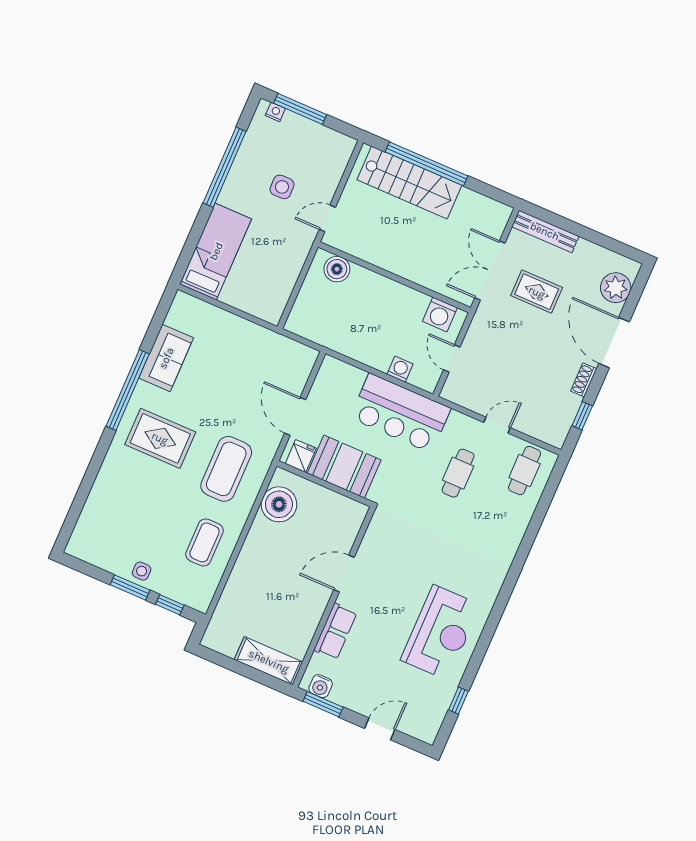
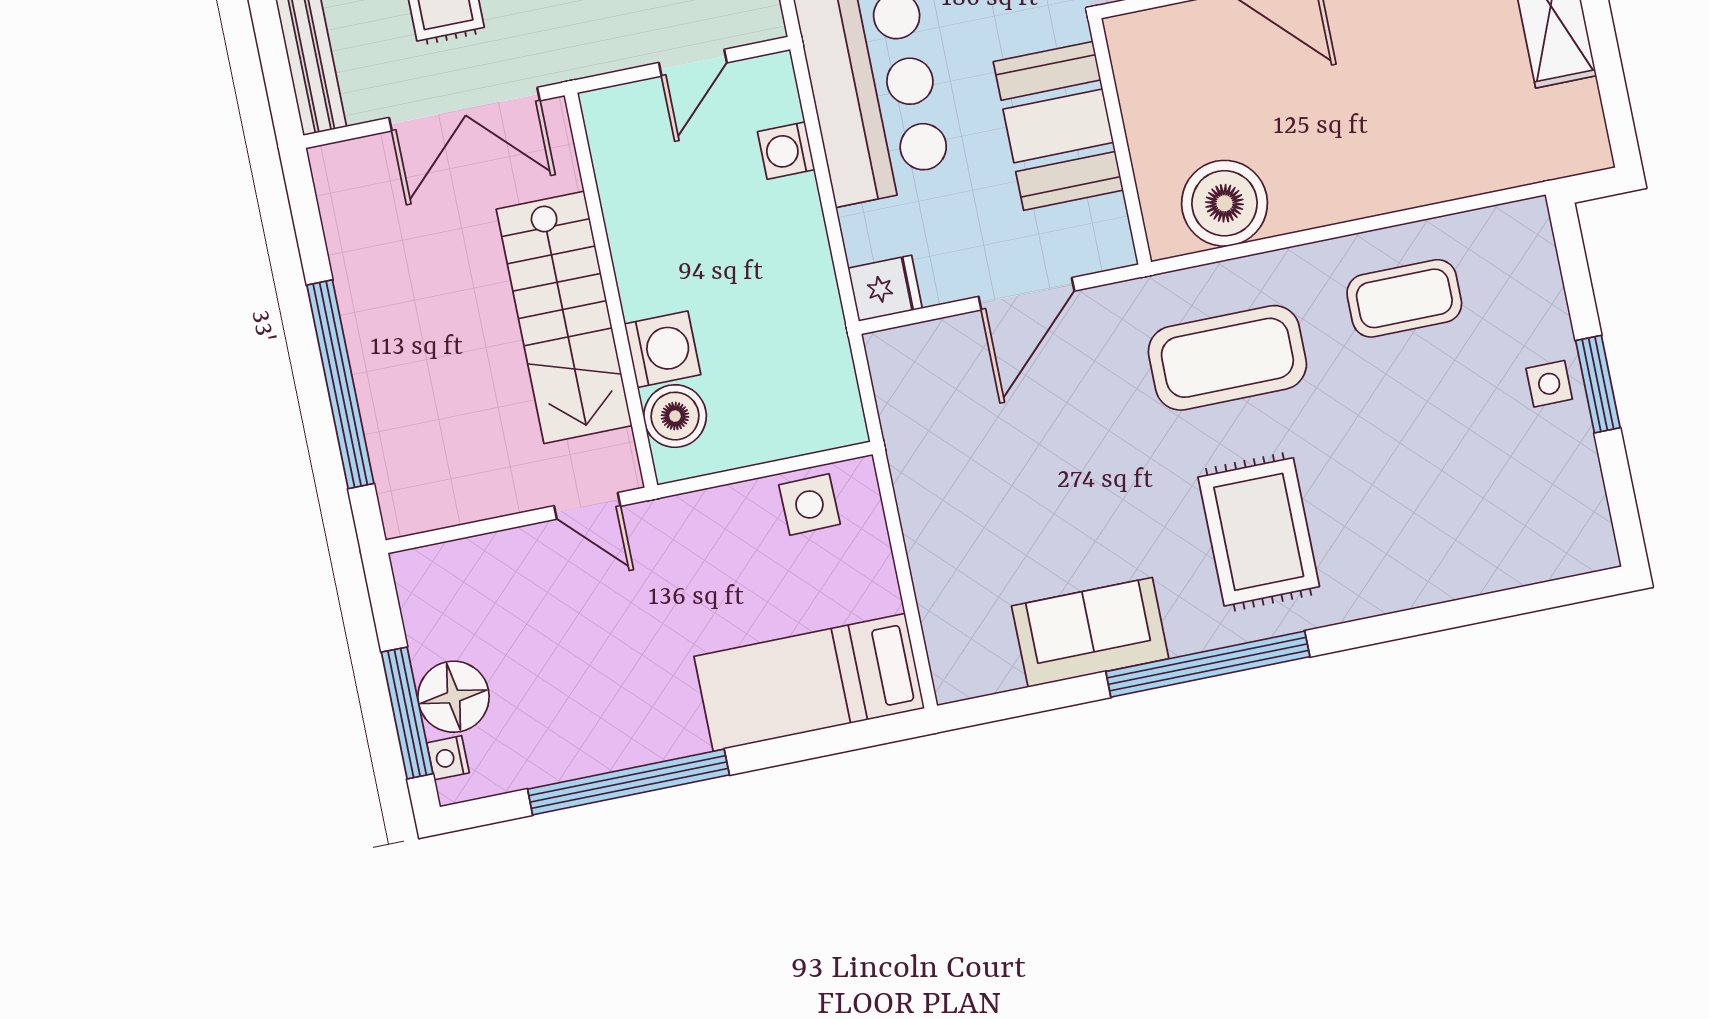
floor lamp: (295, 128) -> (454, 697), added
stairs: (409, 183) -> (564, 317), moved, turned 180
side table: (282, 187) -> (809, 504), moved
washing machine: (440, 314) -> (663, 349), moved
fridge: (301, 456) -> (885, 288), moved, turned 180
window: (170, 605) -> (1577, 281), removed

